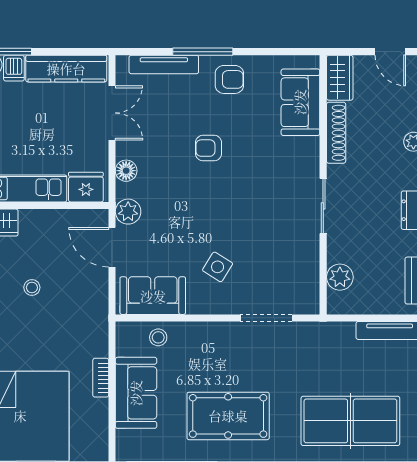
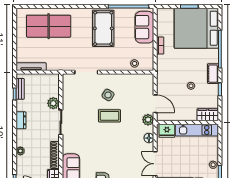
armchair: (209, 148) -> (112, 148), removed
coffee table: (214, 220) -> (109, 116), added
plant: (340, 277) -> (53, 103), moved
sofa: (153, 296) -> (137, 82), removed
sofa: (136, 393) -> (144, 27), moved
pool table: (228, 416) -> (103, 28), turned 90

